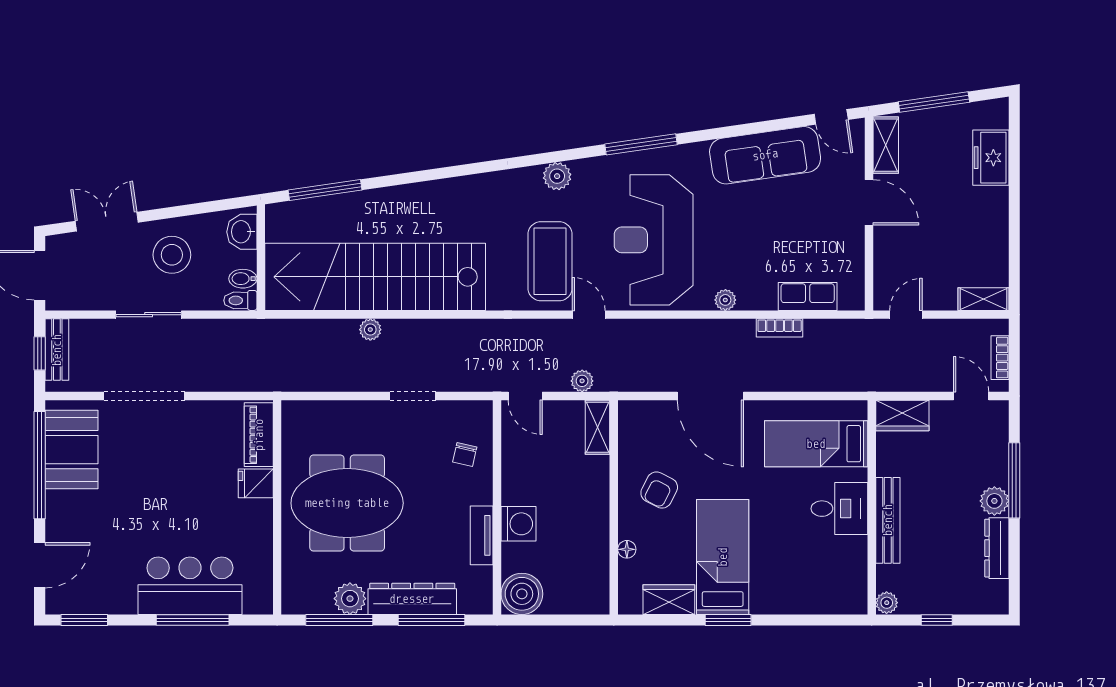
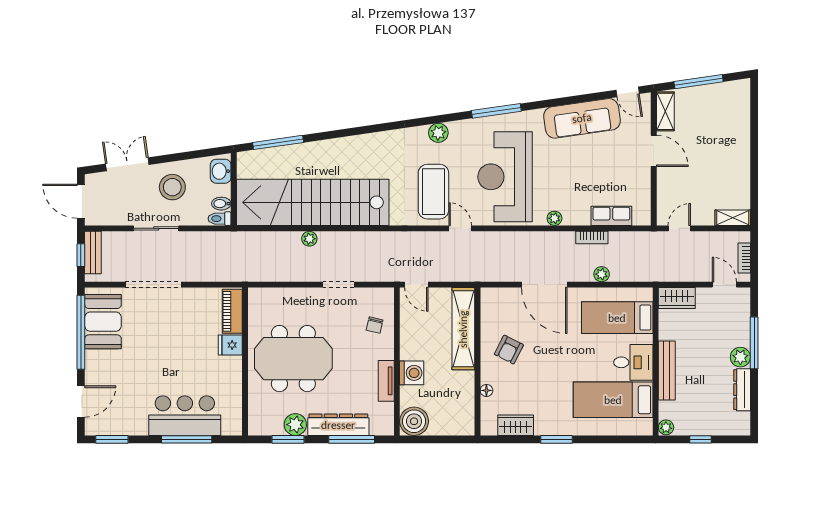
freezer: (991, 158) -> (738, 120), removed
plant: (582, 381) -> (602, 274), moved
shelving: (597, 427) -> (463, 329), width x2.20, depth x1.33
bed: (723, 557) -> (613, 400), moved, turned -90
window: (339, 620) -> (288, 439), width x0.69

